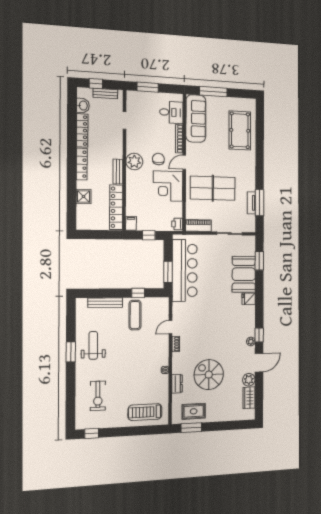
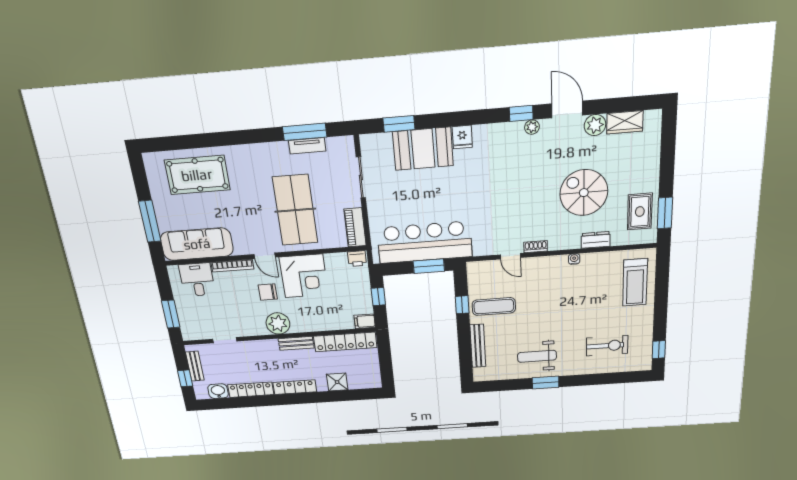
spiral stairs: (209, 375) -> (584, 193), turned 90

